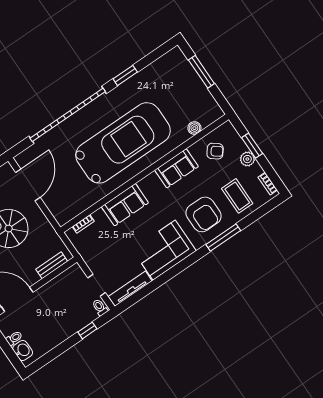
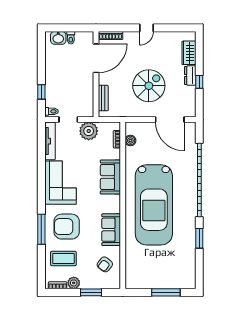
boiler: (194, 128) -> (130, 141), moved
plant: (247, 159) -> (74, 283), moved
plant: (94, 257) -> (89, 131), added

